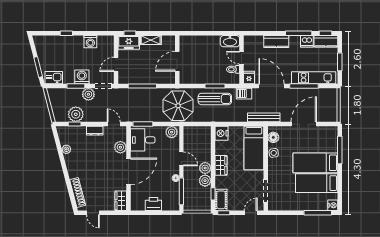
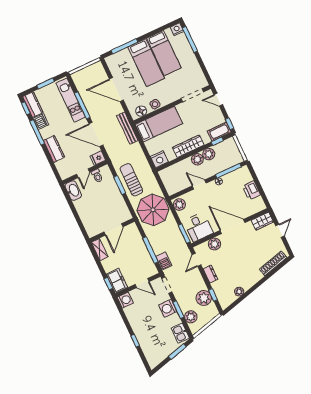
shelving: (151, 40) -> (100, 250), moved
washing machine: (90, 42) -> (125, 300), moved
door: (177, 61) -> (113, 229), hinge flipped
door: (271, 86) -> (96, 134), hinge flipped
plant: (88, 94) -> (191, 317), moved
barbecue: (244, 94) -> (164, 261), moved
door: (181, 159) -> (199, 184), hinge flipped
wardrobe: (221, 165) -> (188, 146), width x1.50
door: (93, 213) -> (280, 231), moved

